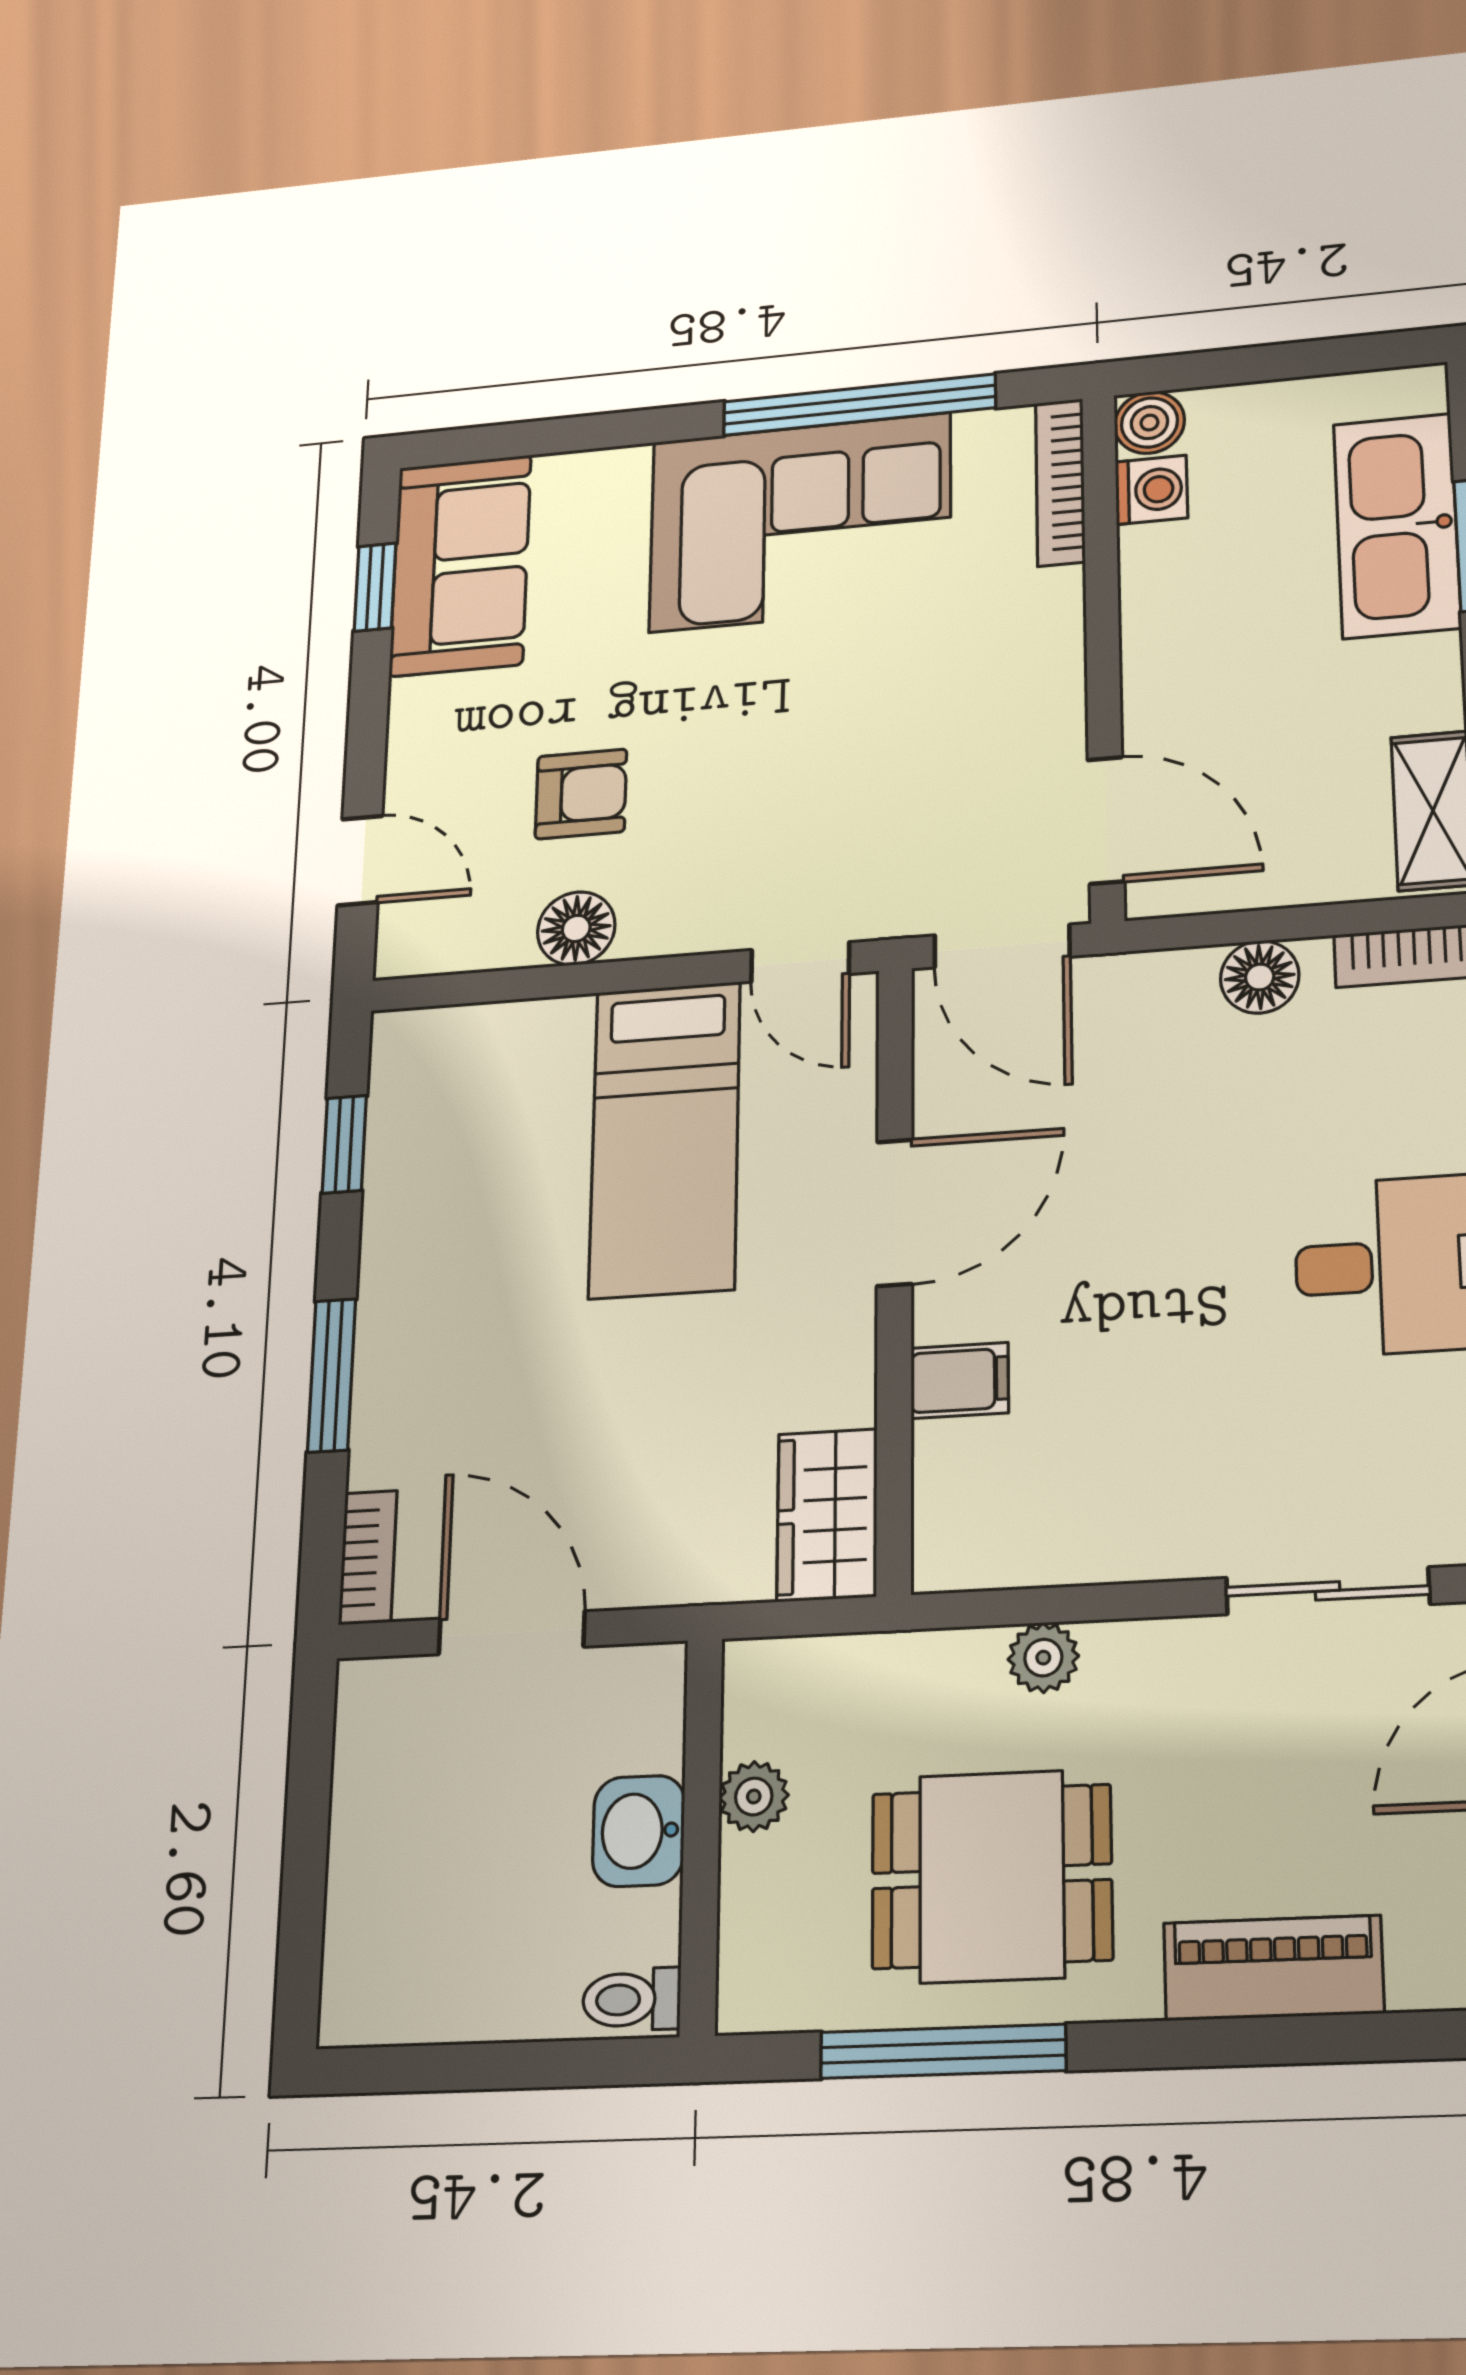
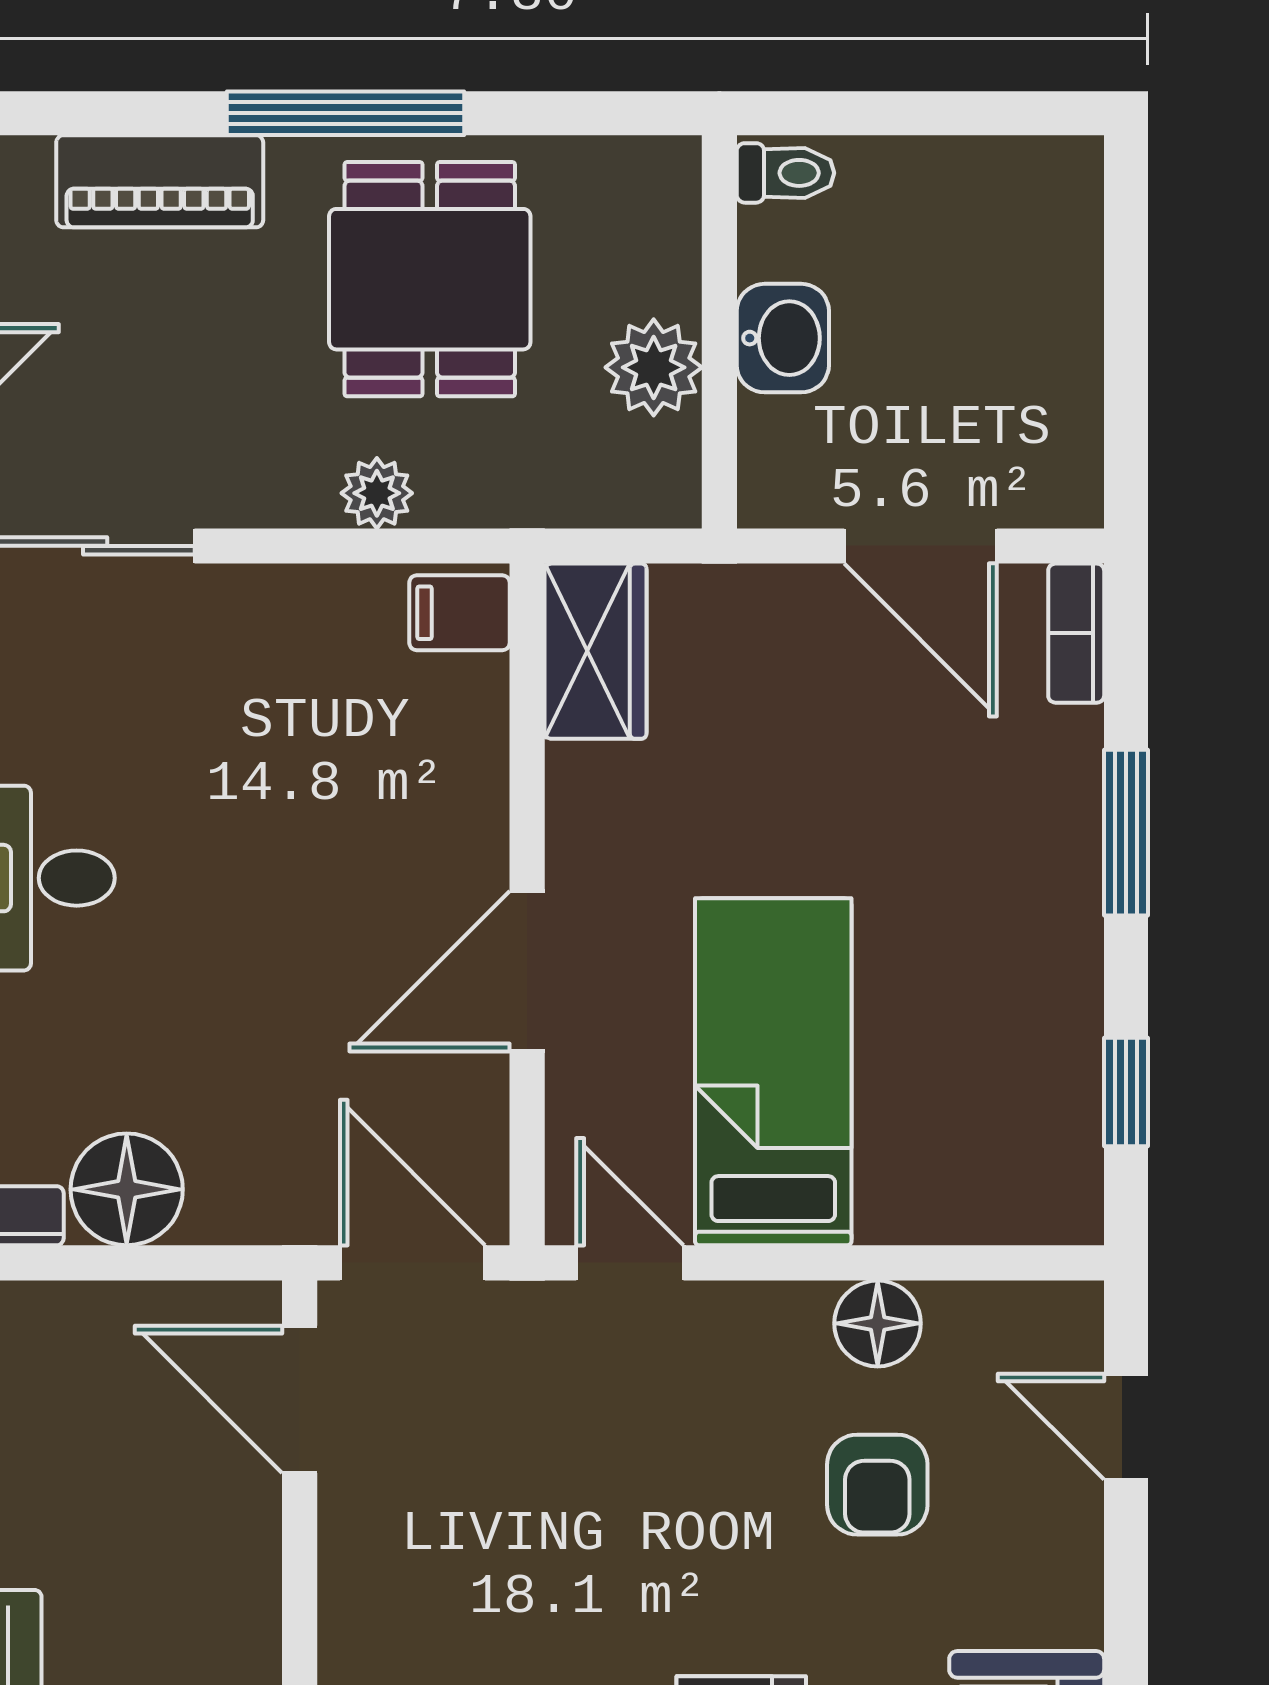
armchair: (581, 794) -> (877, 1485), turned -90
floor lamp: (1260, 977) -> (127, 1189), width x1.38, depth x1.38
filing cabinet: (960, 1380) -> (460, 613), moved
plant: (754, 1797) -> (654, 367), width x1.38, depth x1.38
dining table: (992, 1876) -> (430, 279), turned 90
window: (943, 2051) -> (346, 113), moved

